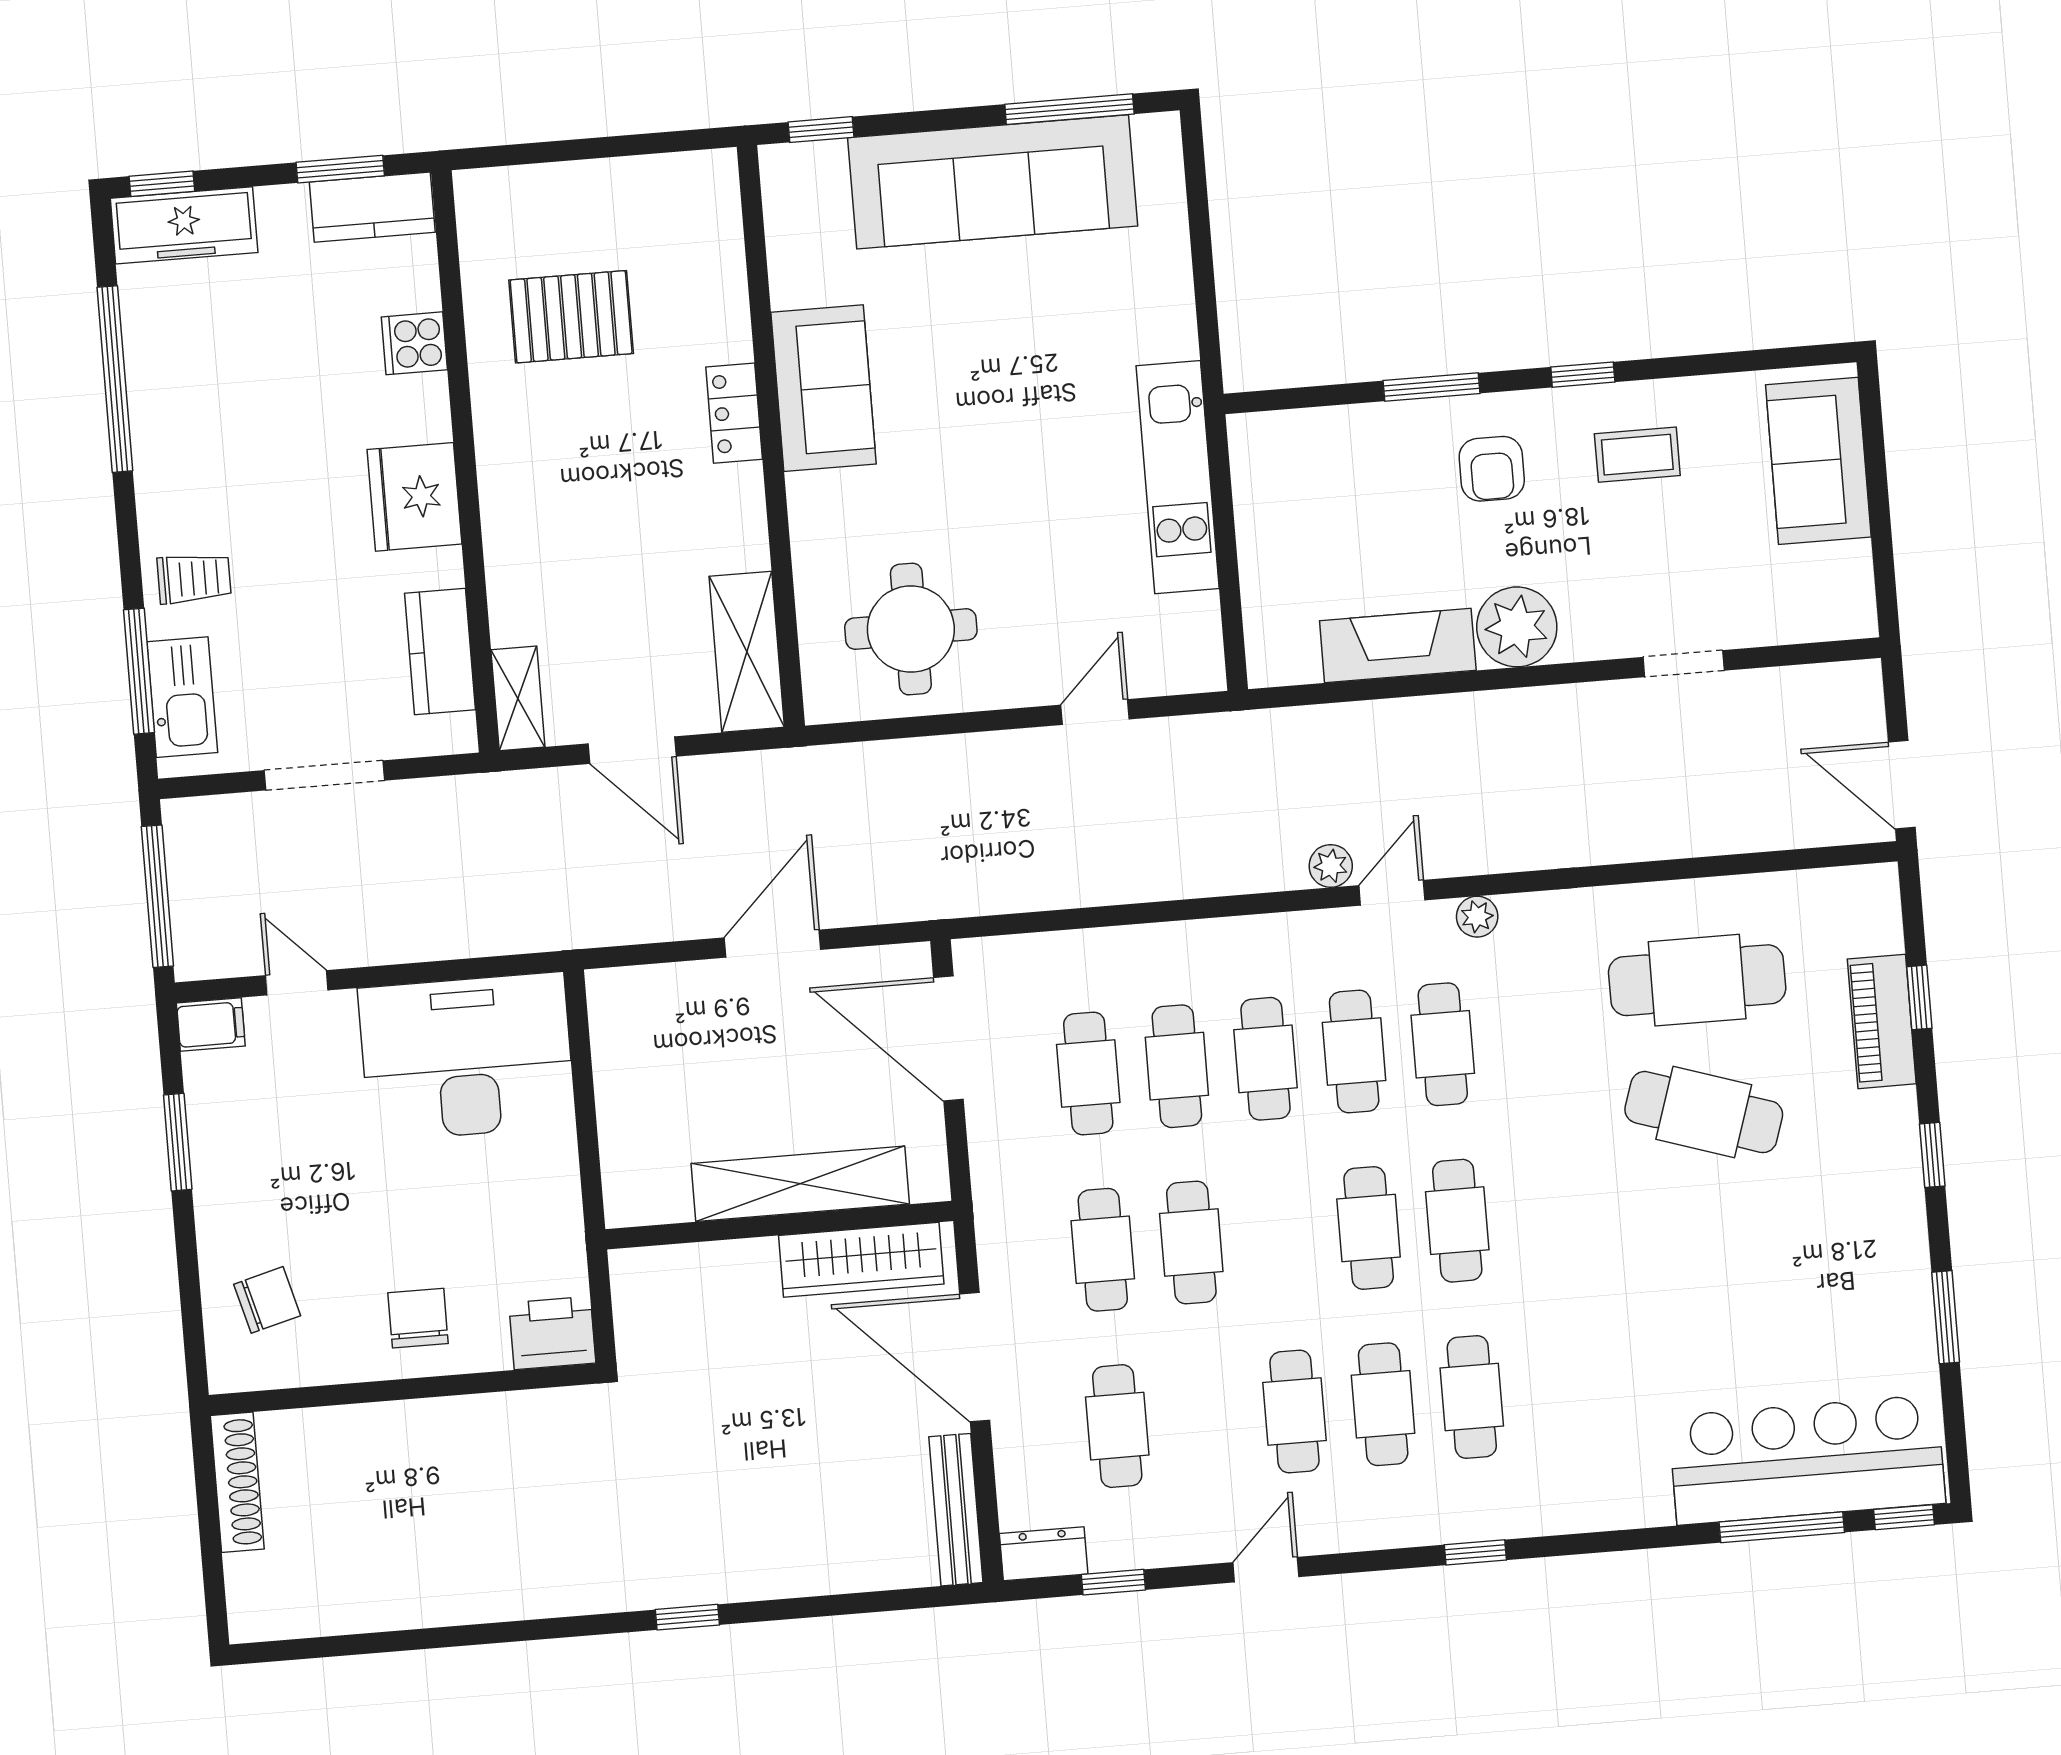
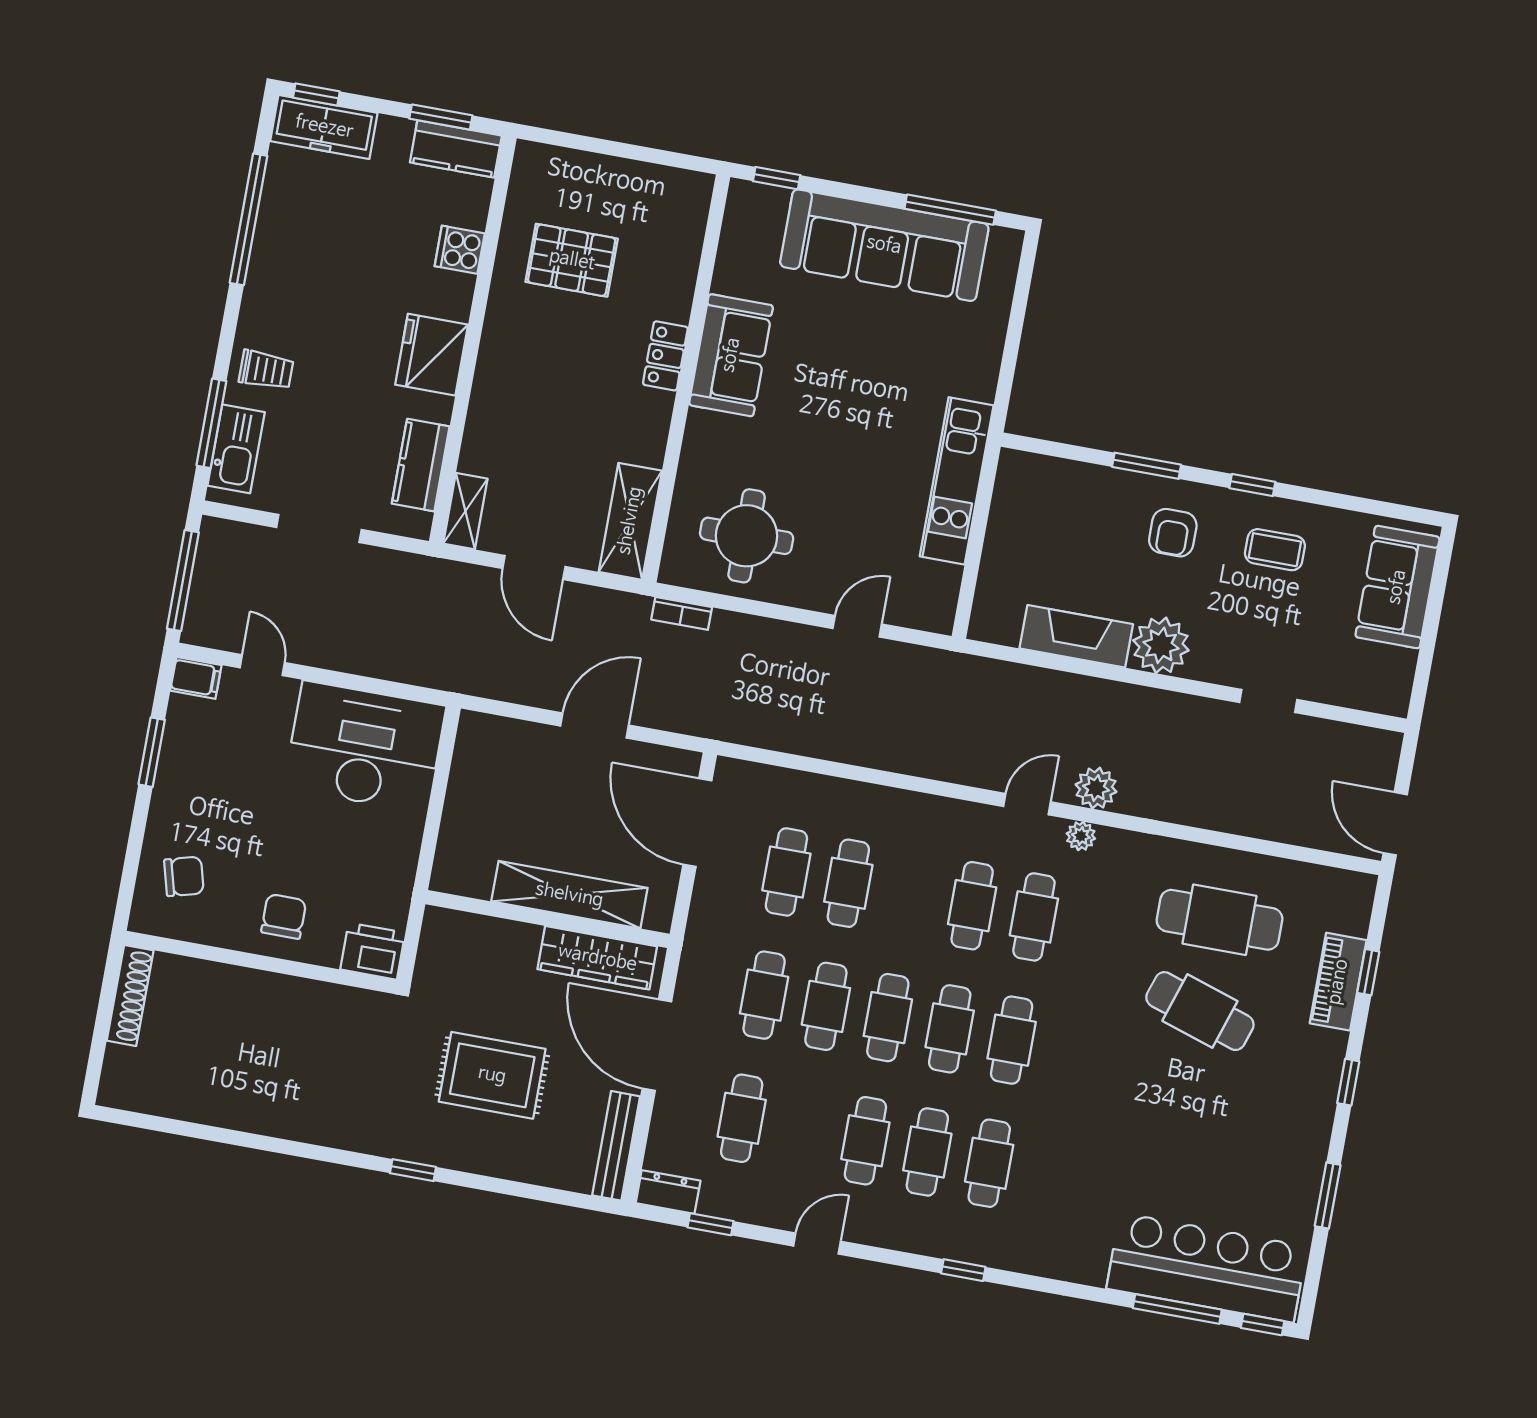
bookcase: (851, 759) -> (682, 613), added
plant: (1331, 866) -> (1096, 788), moved, width x1.38, depth x1.38
cafe table: (1265, 1059) -> (888, 1018), moved
rug: (761, 1459) -> (492, 1075), added

